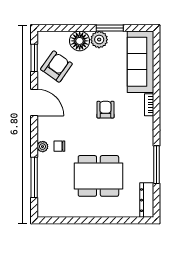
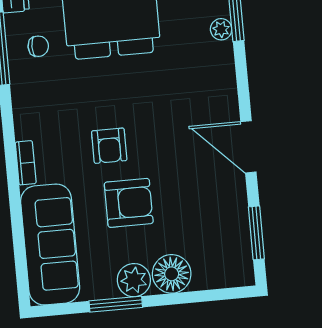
armchair: (56, 67) -> (129, 203), moved, turned -125
chair: (59, 146) -> (38, 46), moved
plant: (43, 147) -> (221, 29), moved

